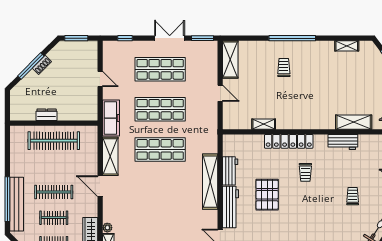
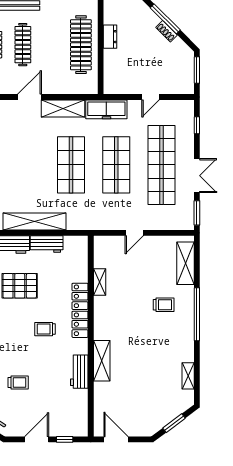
shelving: (230, 59) -> (185, 263), moved, turned 90
shop shelf: (160, 69) -> (162, 165), width x1.40
shelving: (354, 122) -> (102, 361), moved

